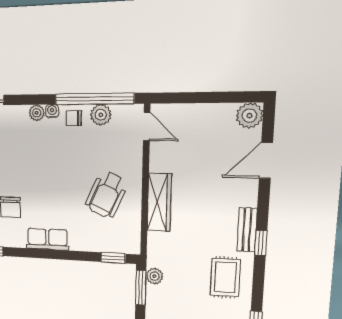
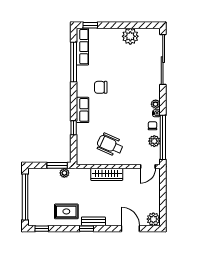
window: (113, 258) -> (74, 128), moved

